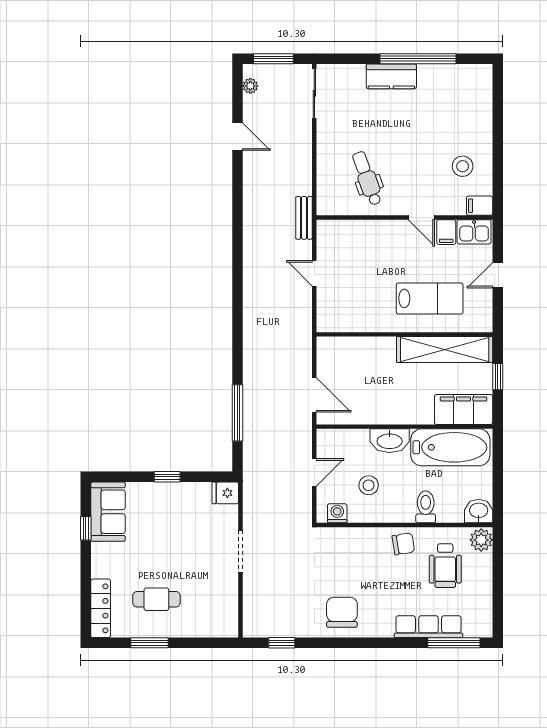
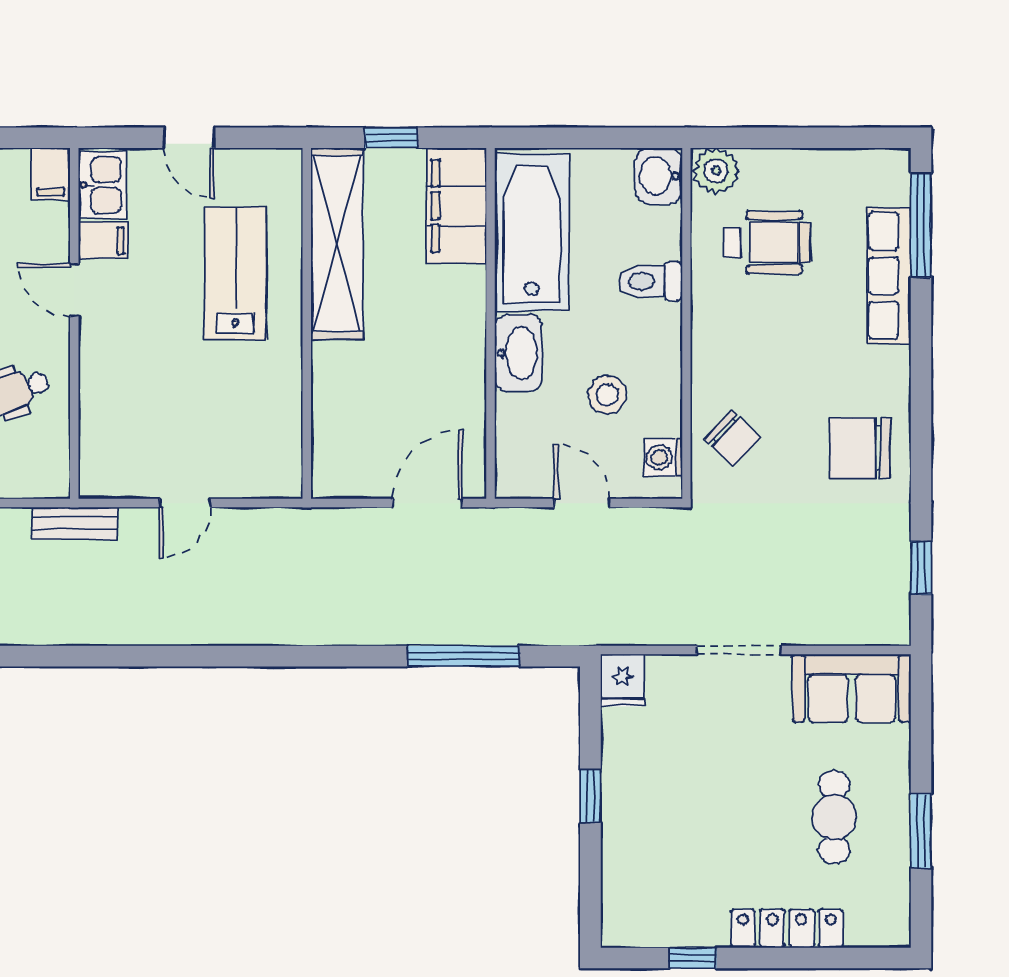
door: (421, 218) -> (74, 290), swing flipped
sofa: (108, 512) -> (852, 688), moved, turned 180
chair: (403, 544) -> (733, 439), moved, turned 143
locker: (101, 608) -> (787, 928), moved

